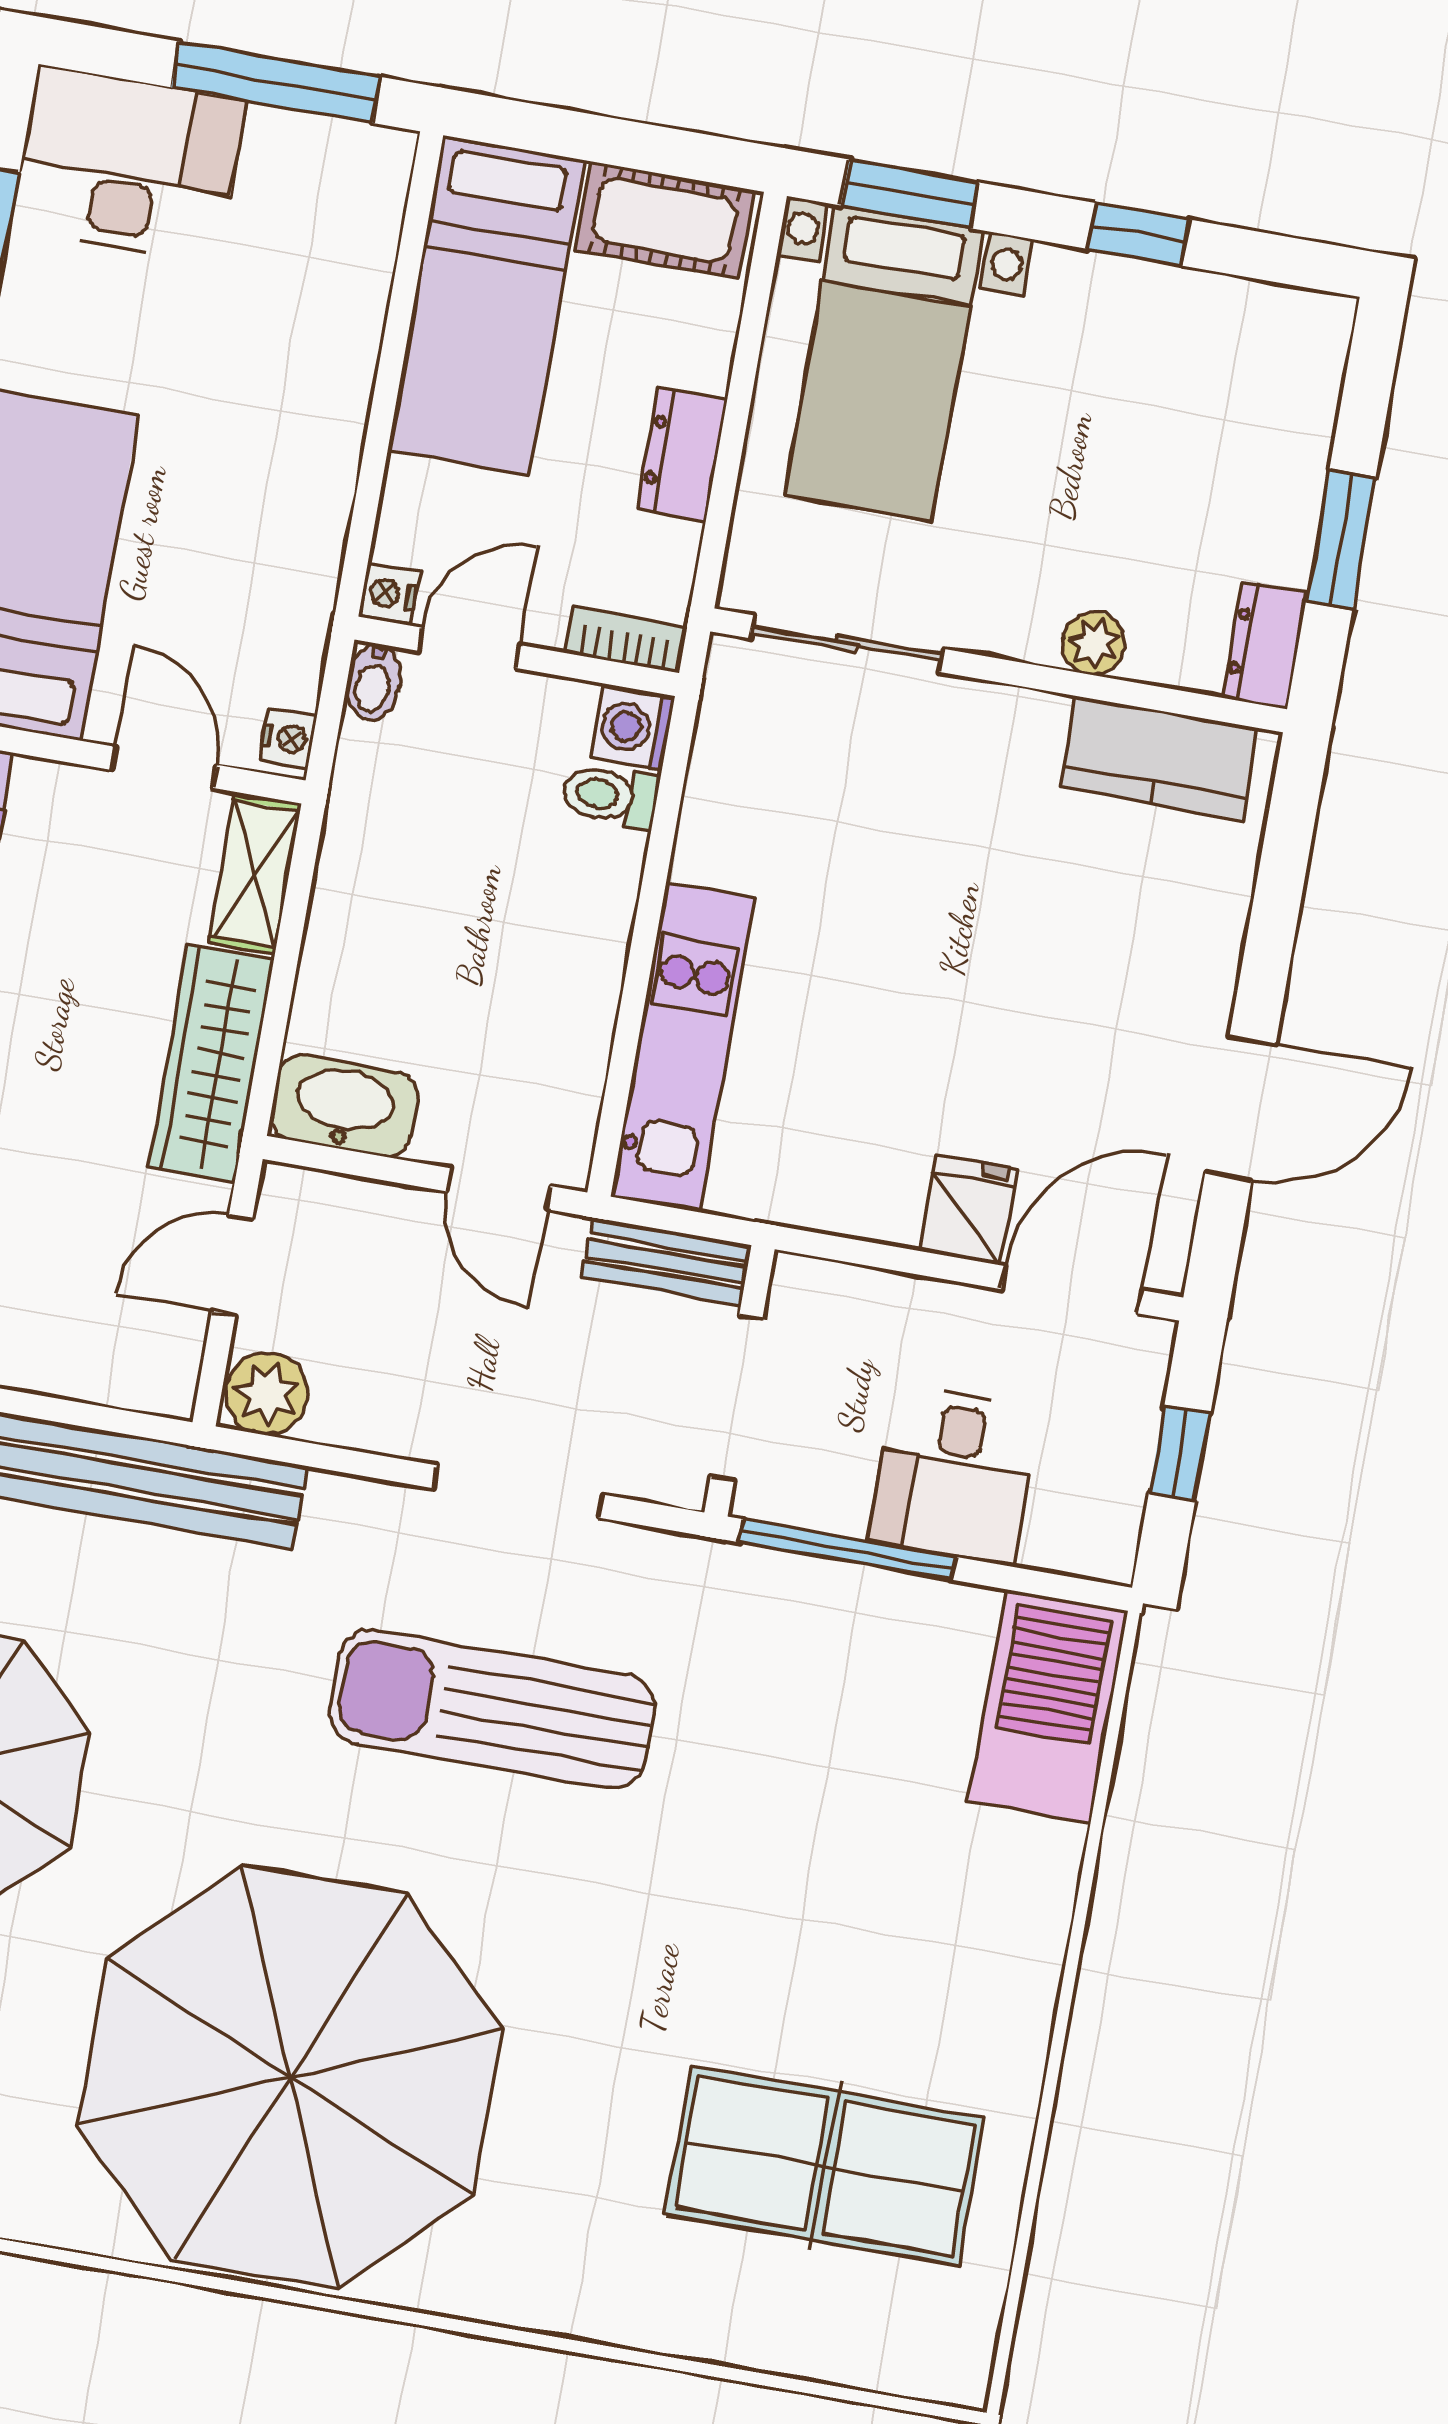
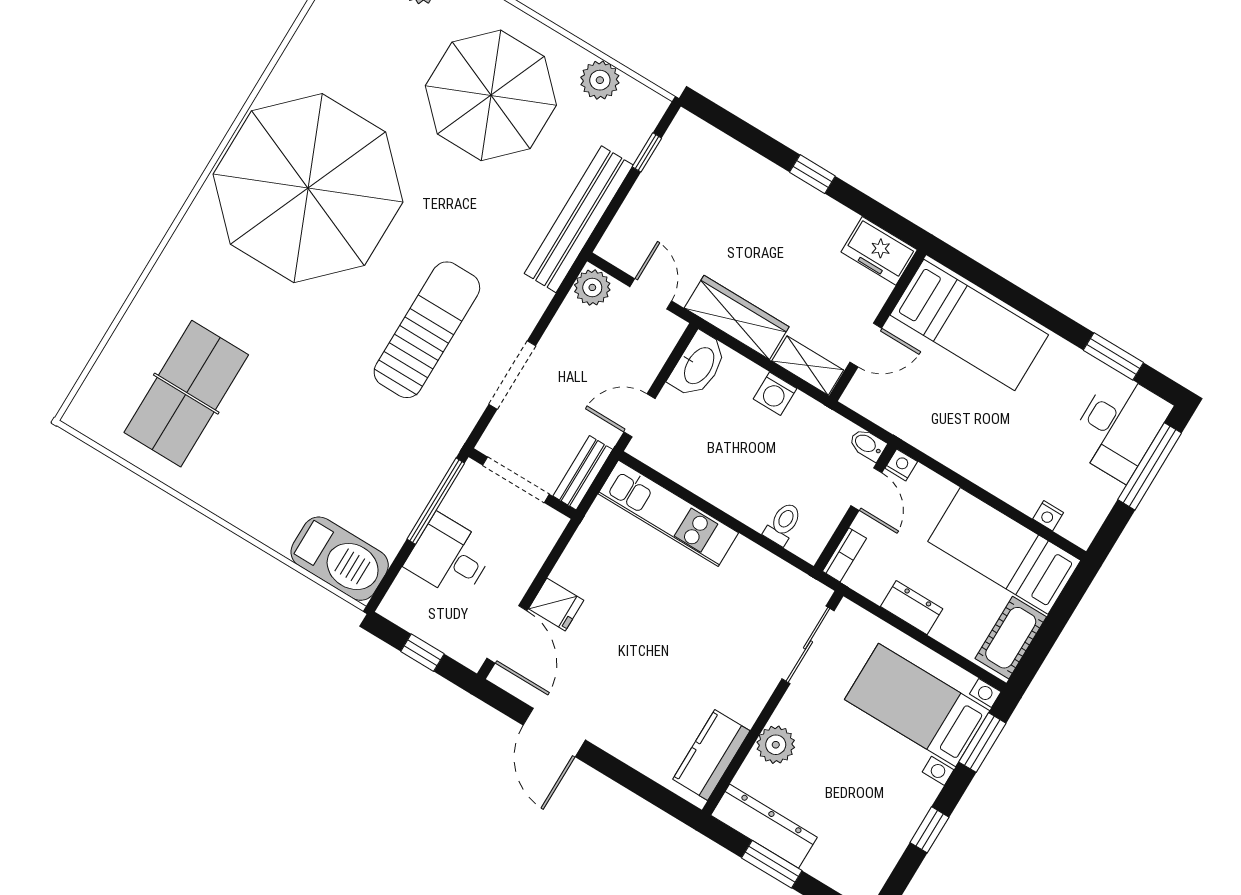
window: (276, 82) -> (1150, 466), moved
plant: (1094, 643) -> (776, 745), width x1.38, depth x1.38
dresser: (1265, 645) -> (764, 826), width x1.96, depth x1.24
washing machine: (633, 728) -> (775, 394), moved, turned 180
nightstand: (288, 739) -> (1048, 516), moved

